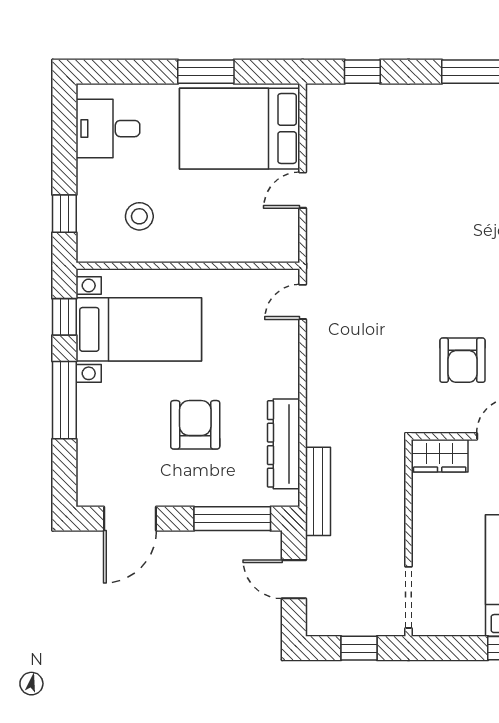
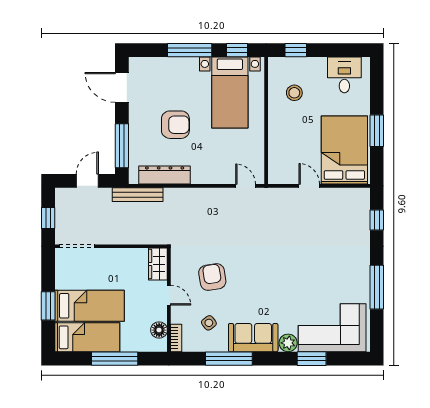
armchair: (462, 360) -> (212, 277), turned 81

